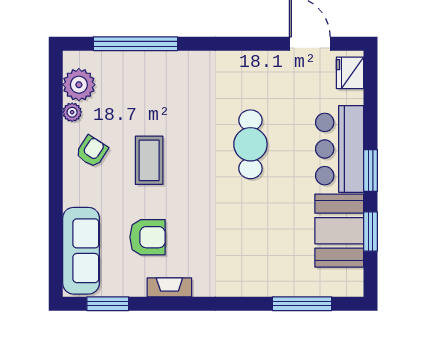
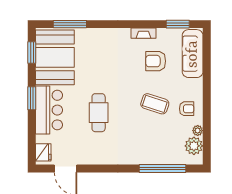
armchair: (92, 151) -> (187, 109), turned -123
coffee table: (149, 160) -> (155, 104), turned -72
booth: (339, 231) -> (55, 57), width x1.36, depth x1.42
window: (371, 231) -> (32, 52), moved

